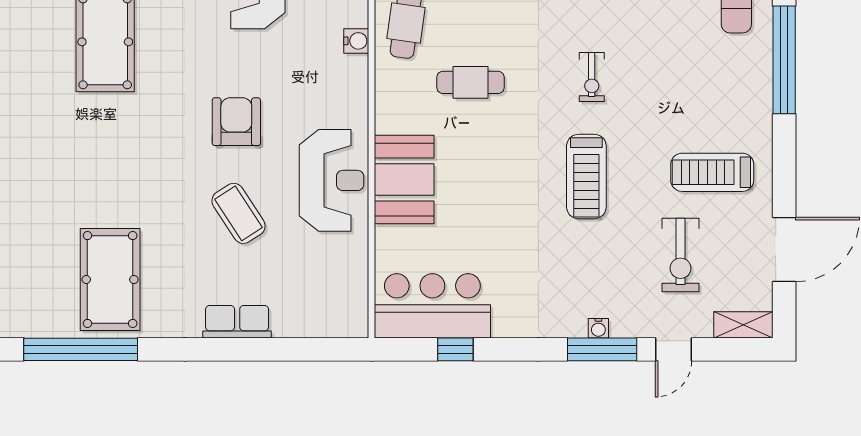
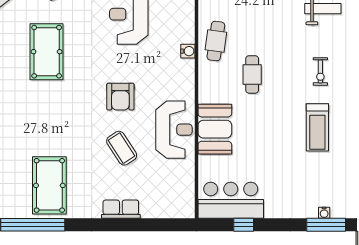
cafe table: (470, 82) -> (252, 74), turned 90
armchair: (236, 122) -> (120, 97), turned 180

